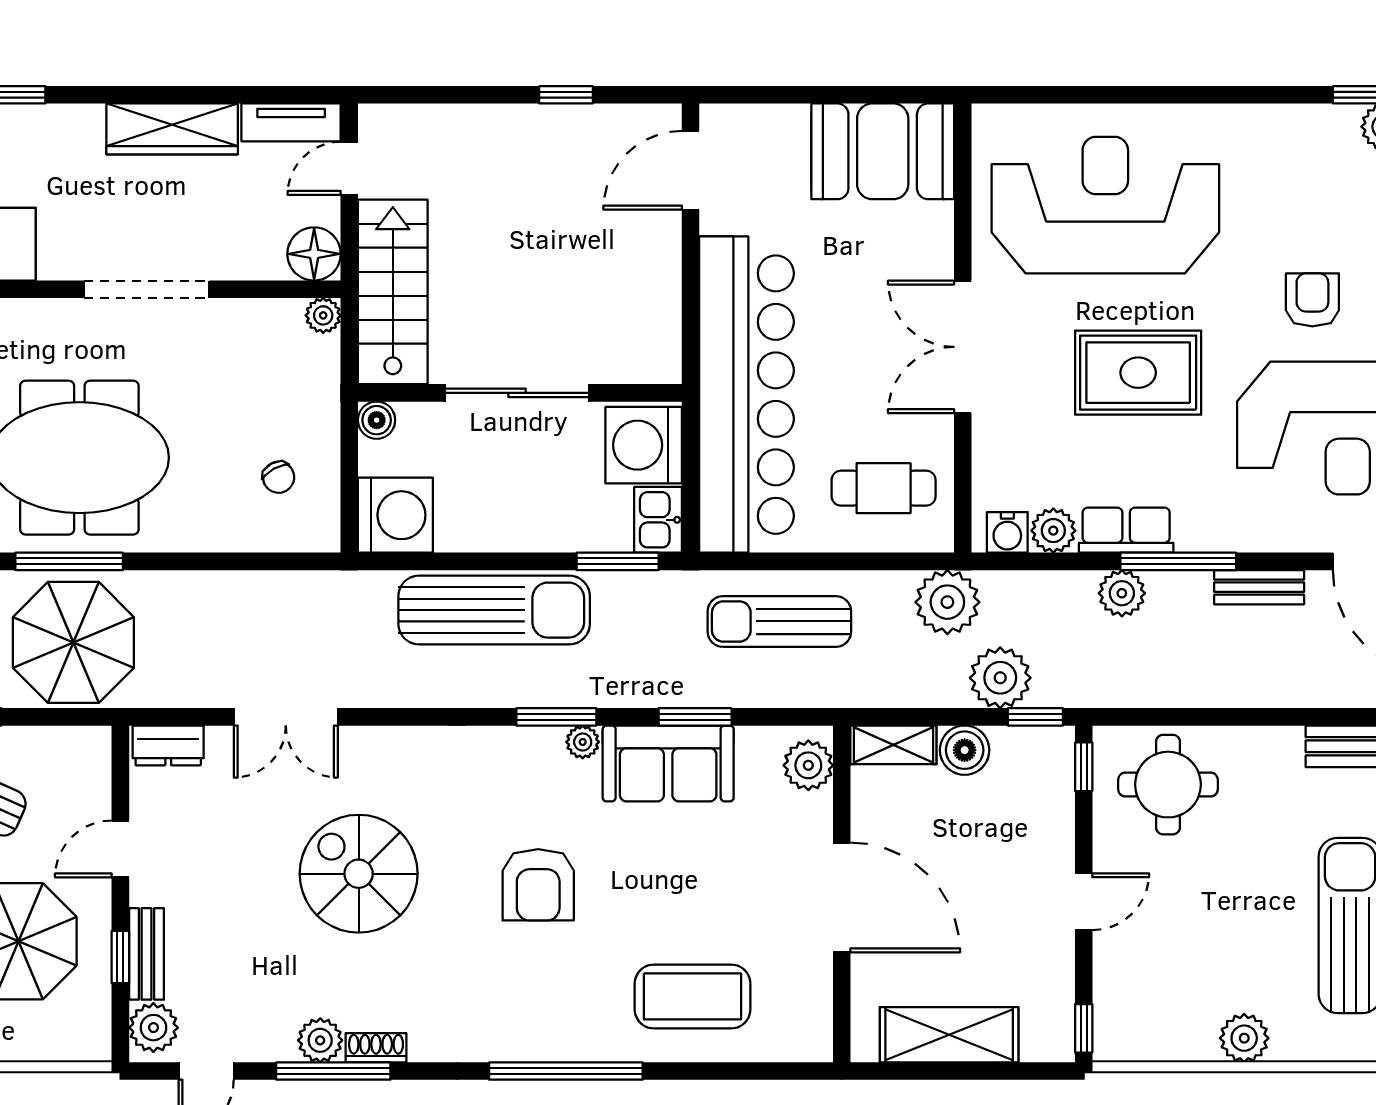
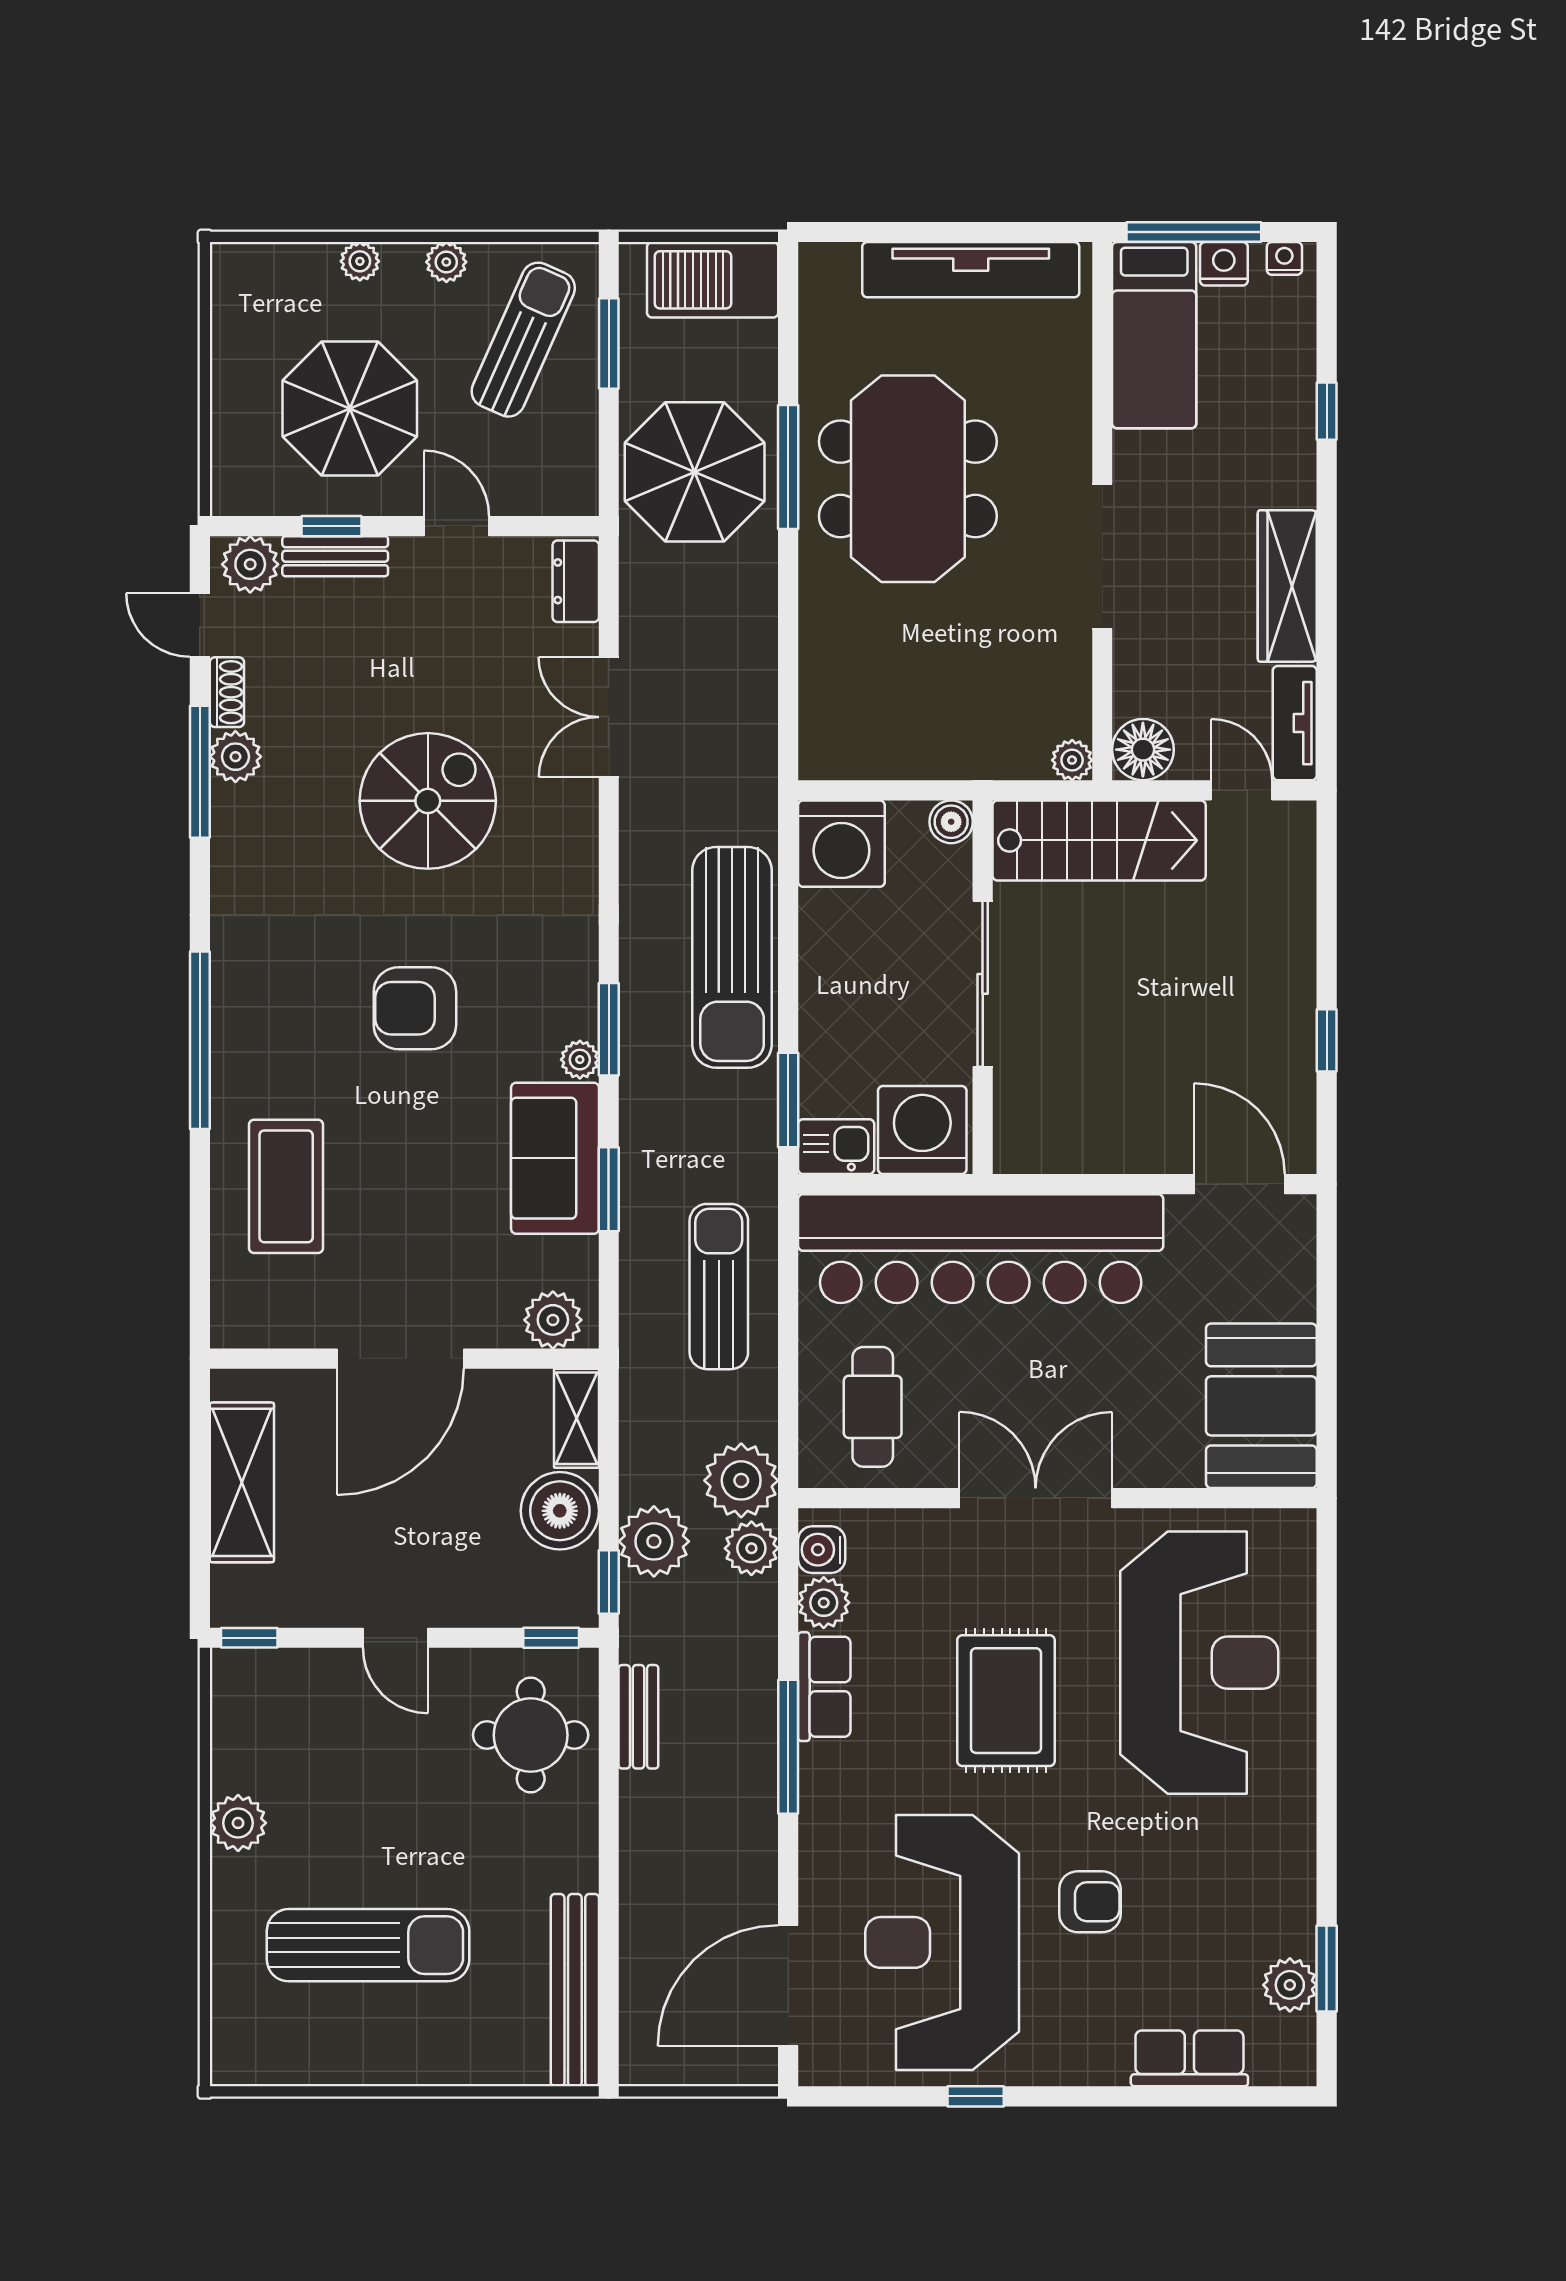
chair: (279, 477) -> (885, 709), removed
bench: (1259, 587) -> (638, 1717), moved
plant: (1122, 593) -> (751, 1548), moved
boiler: (965, 750) -> (560, 1511), width x1.37, depth x1.37
shoe rack: (376, 1048) -> (227, 692), moved

